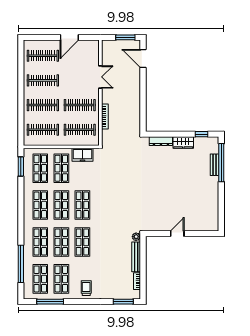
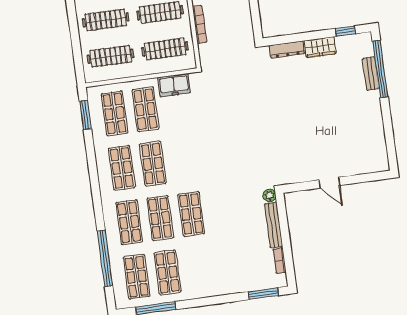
shop shelf: (82, 205) -> (184, 159), removed
door: (177, 234) -> (330, 183), swing flipped
trolley: (86, 288) -> (206, 281), removed

